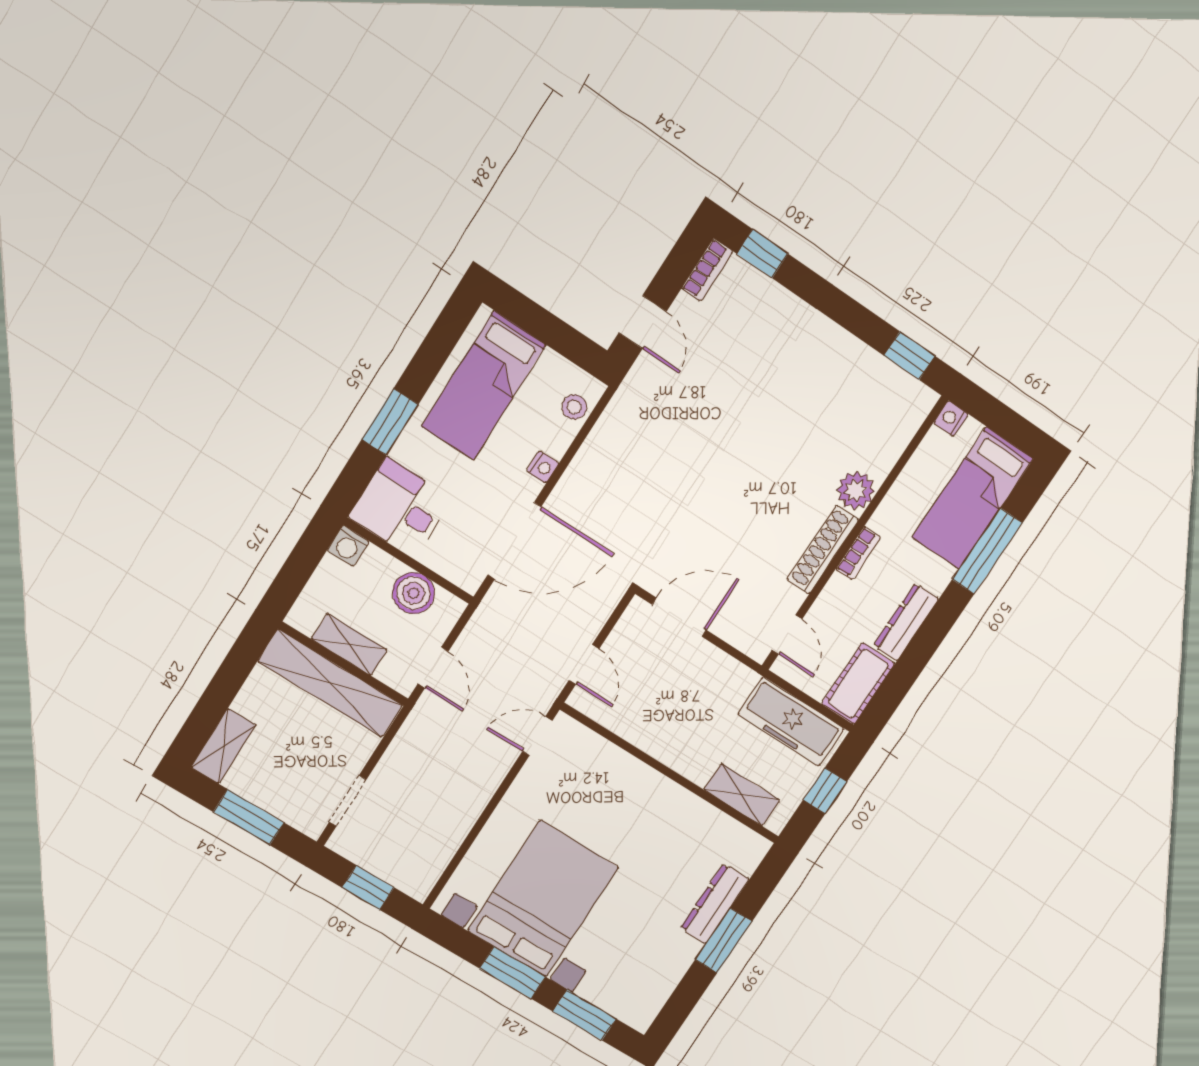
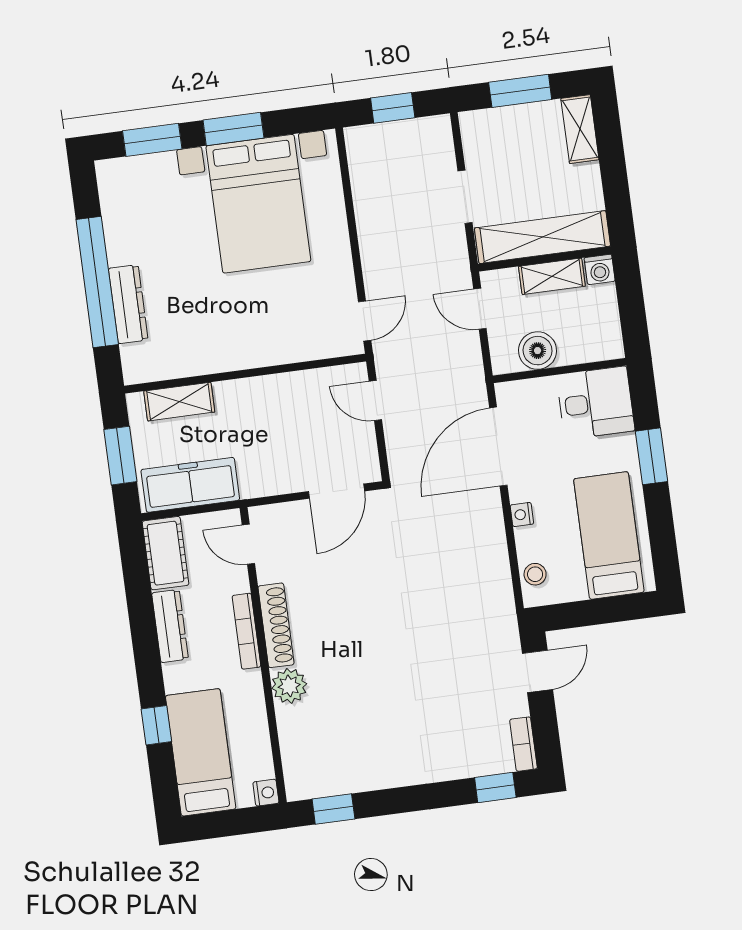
door: (643, 322) -> (537, 671), swing flipped
washing machine: (348, 546) -> (600, 269), moved, turned 180
window: (987, 551) -> (156, 725), width x0.46
bookcase: (858, 553) -> (246, 631), width x1.56
window: (825, 791) -> (120, 456), width x1.50
doorway: (348, 801) -> (465, 197), moved
window: (724, 940) -> (97, 282), width x2.11

